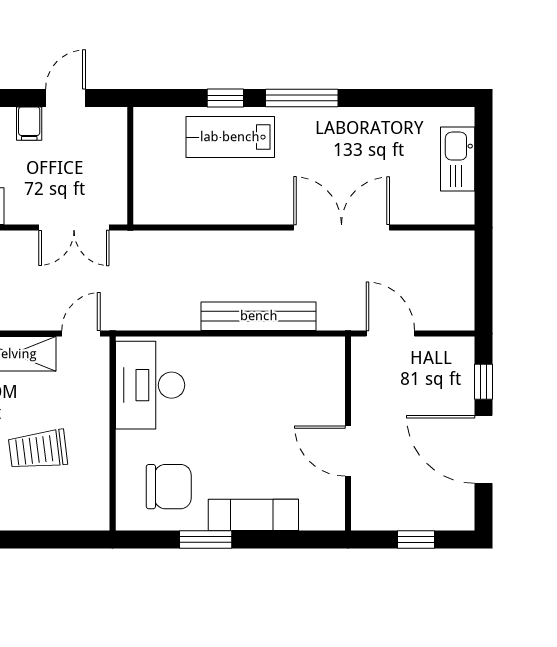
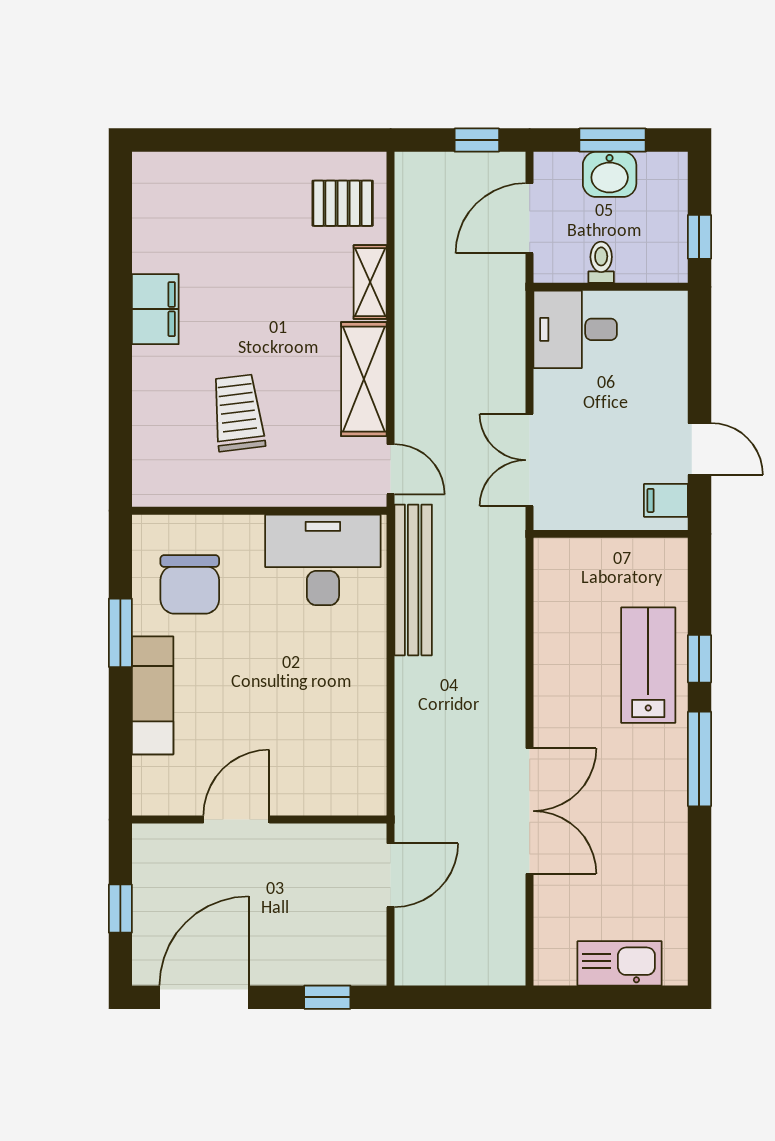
filing cabinet: (29, 124) -> (666, 500), moved
bench: (259, 316) -> (413, 580), moved
door: (483, 449) -> (204, 997), moved

